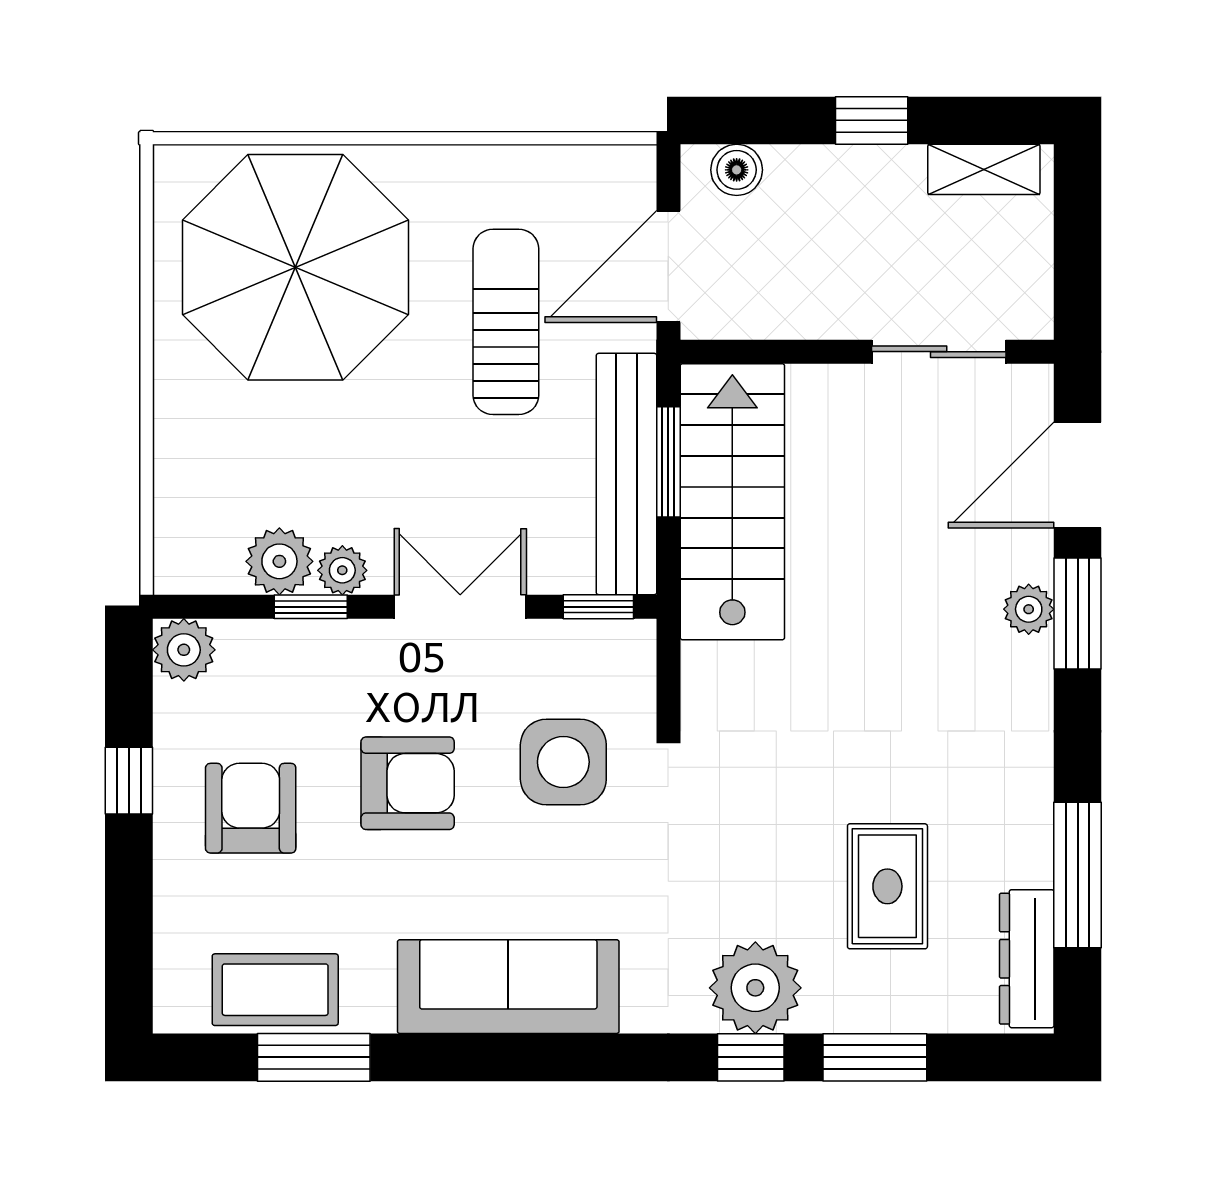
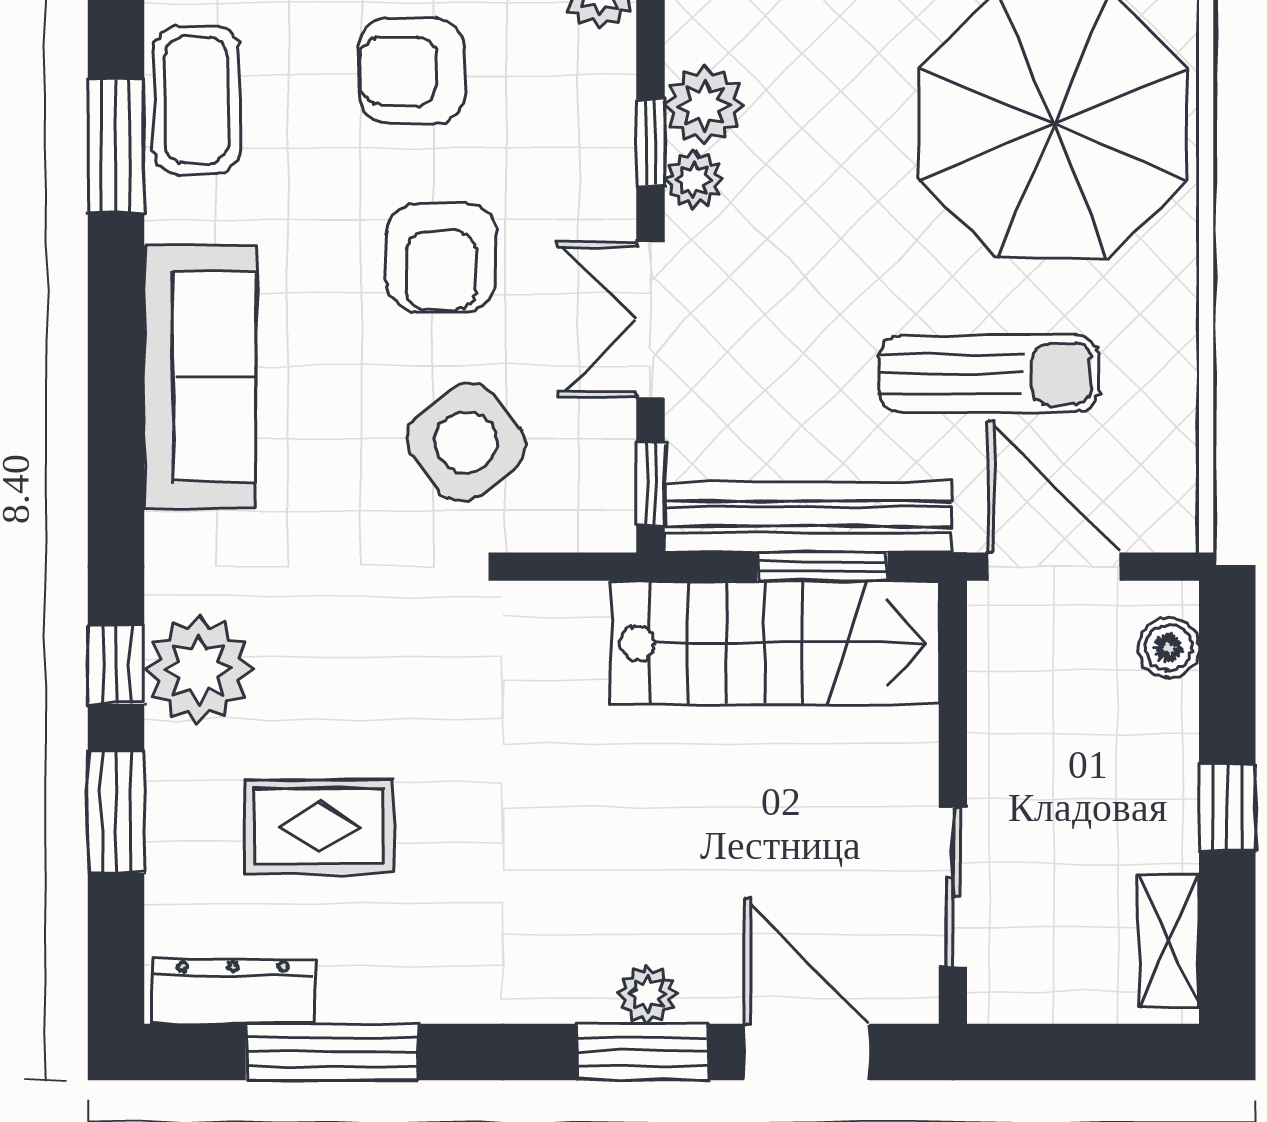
double door: (460, 607) -> (650, 320), swing flipped
side table: (563, 762) -> (466, 442), turned -38
armchair: (251, 808) -> (411, 71), turned 180

